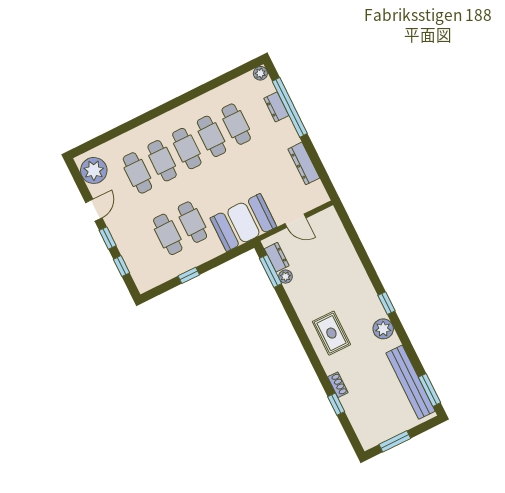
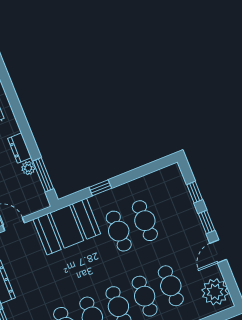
dresser: (277, 257) -> (20, 148), moved
window: (189, 275) -> (100, 188), moved

